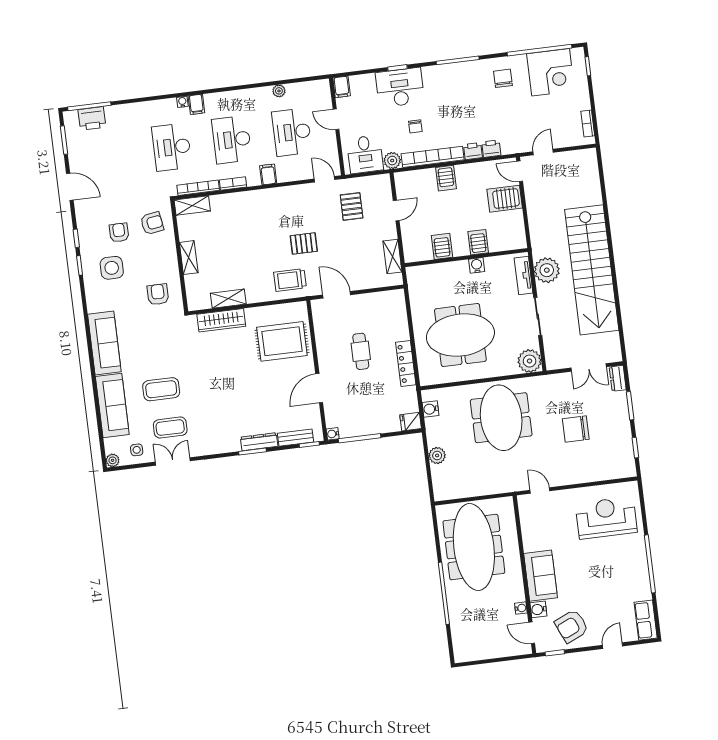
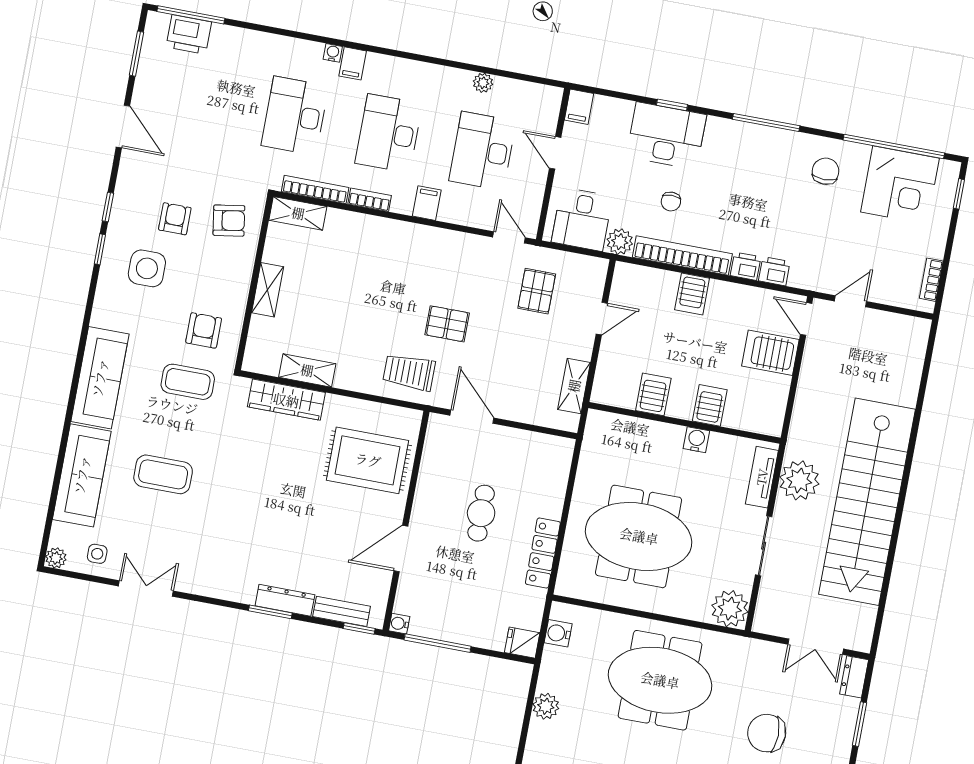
meeting table: (501, 418) -> (660, 680), turned 90
coffee table: (170, 428) -> (188, 382), moved

